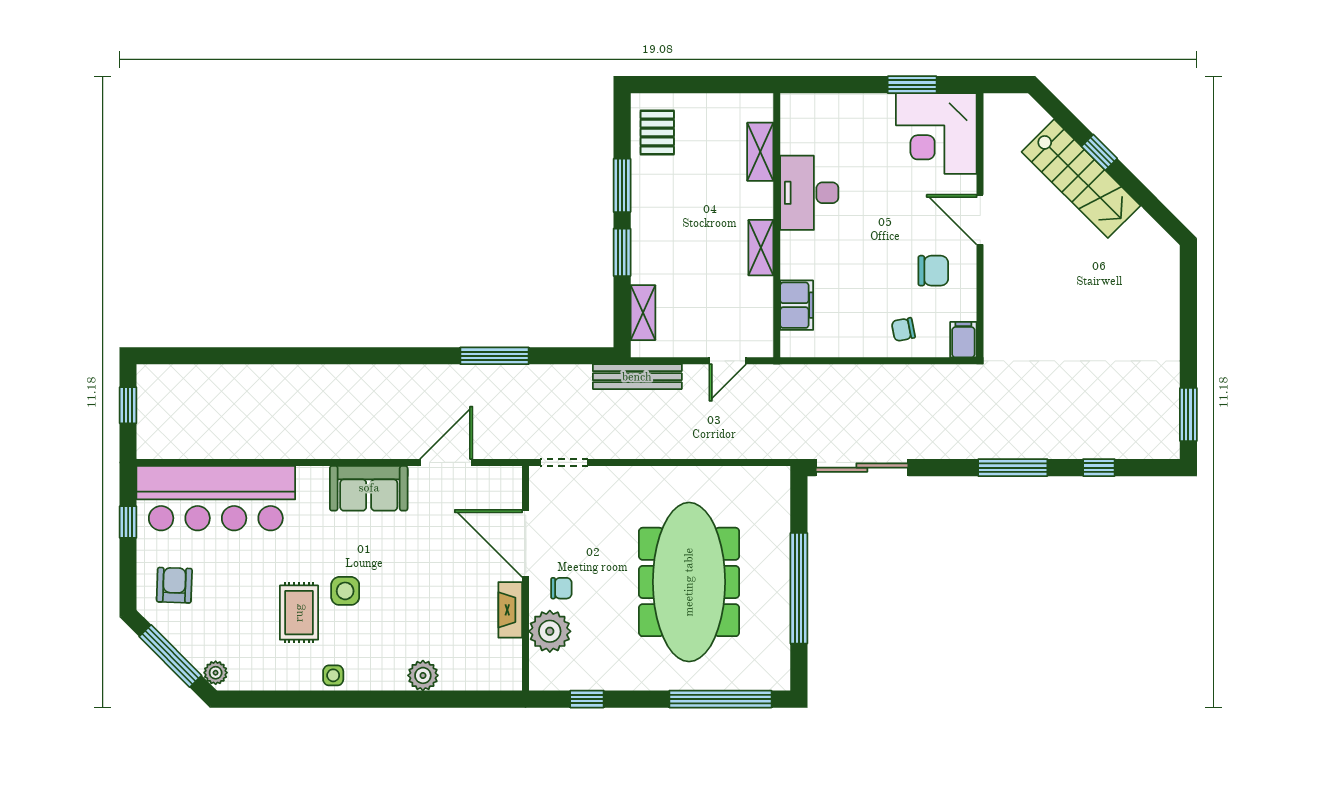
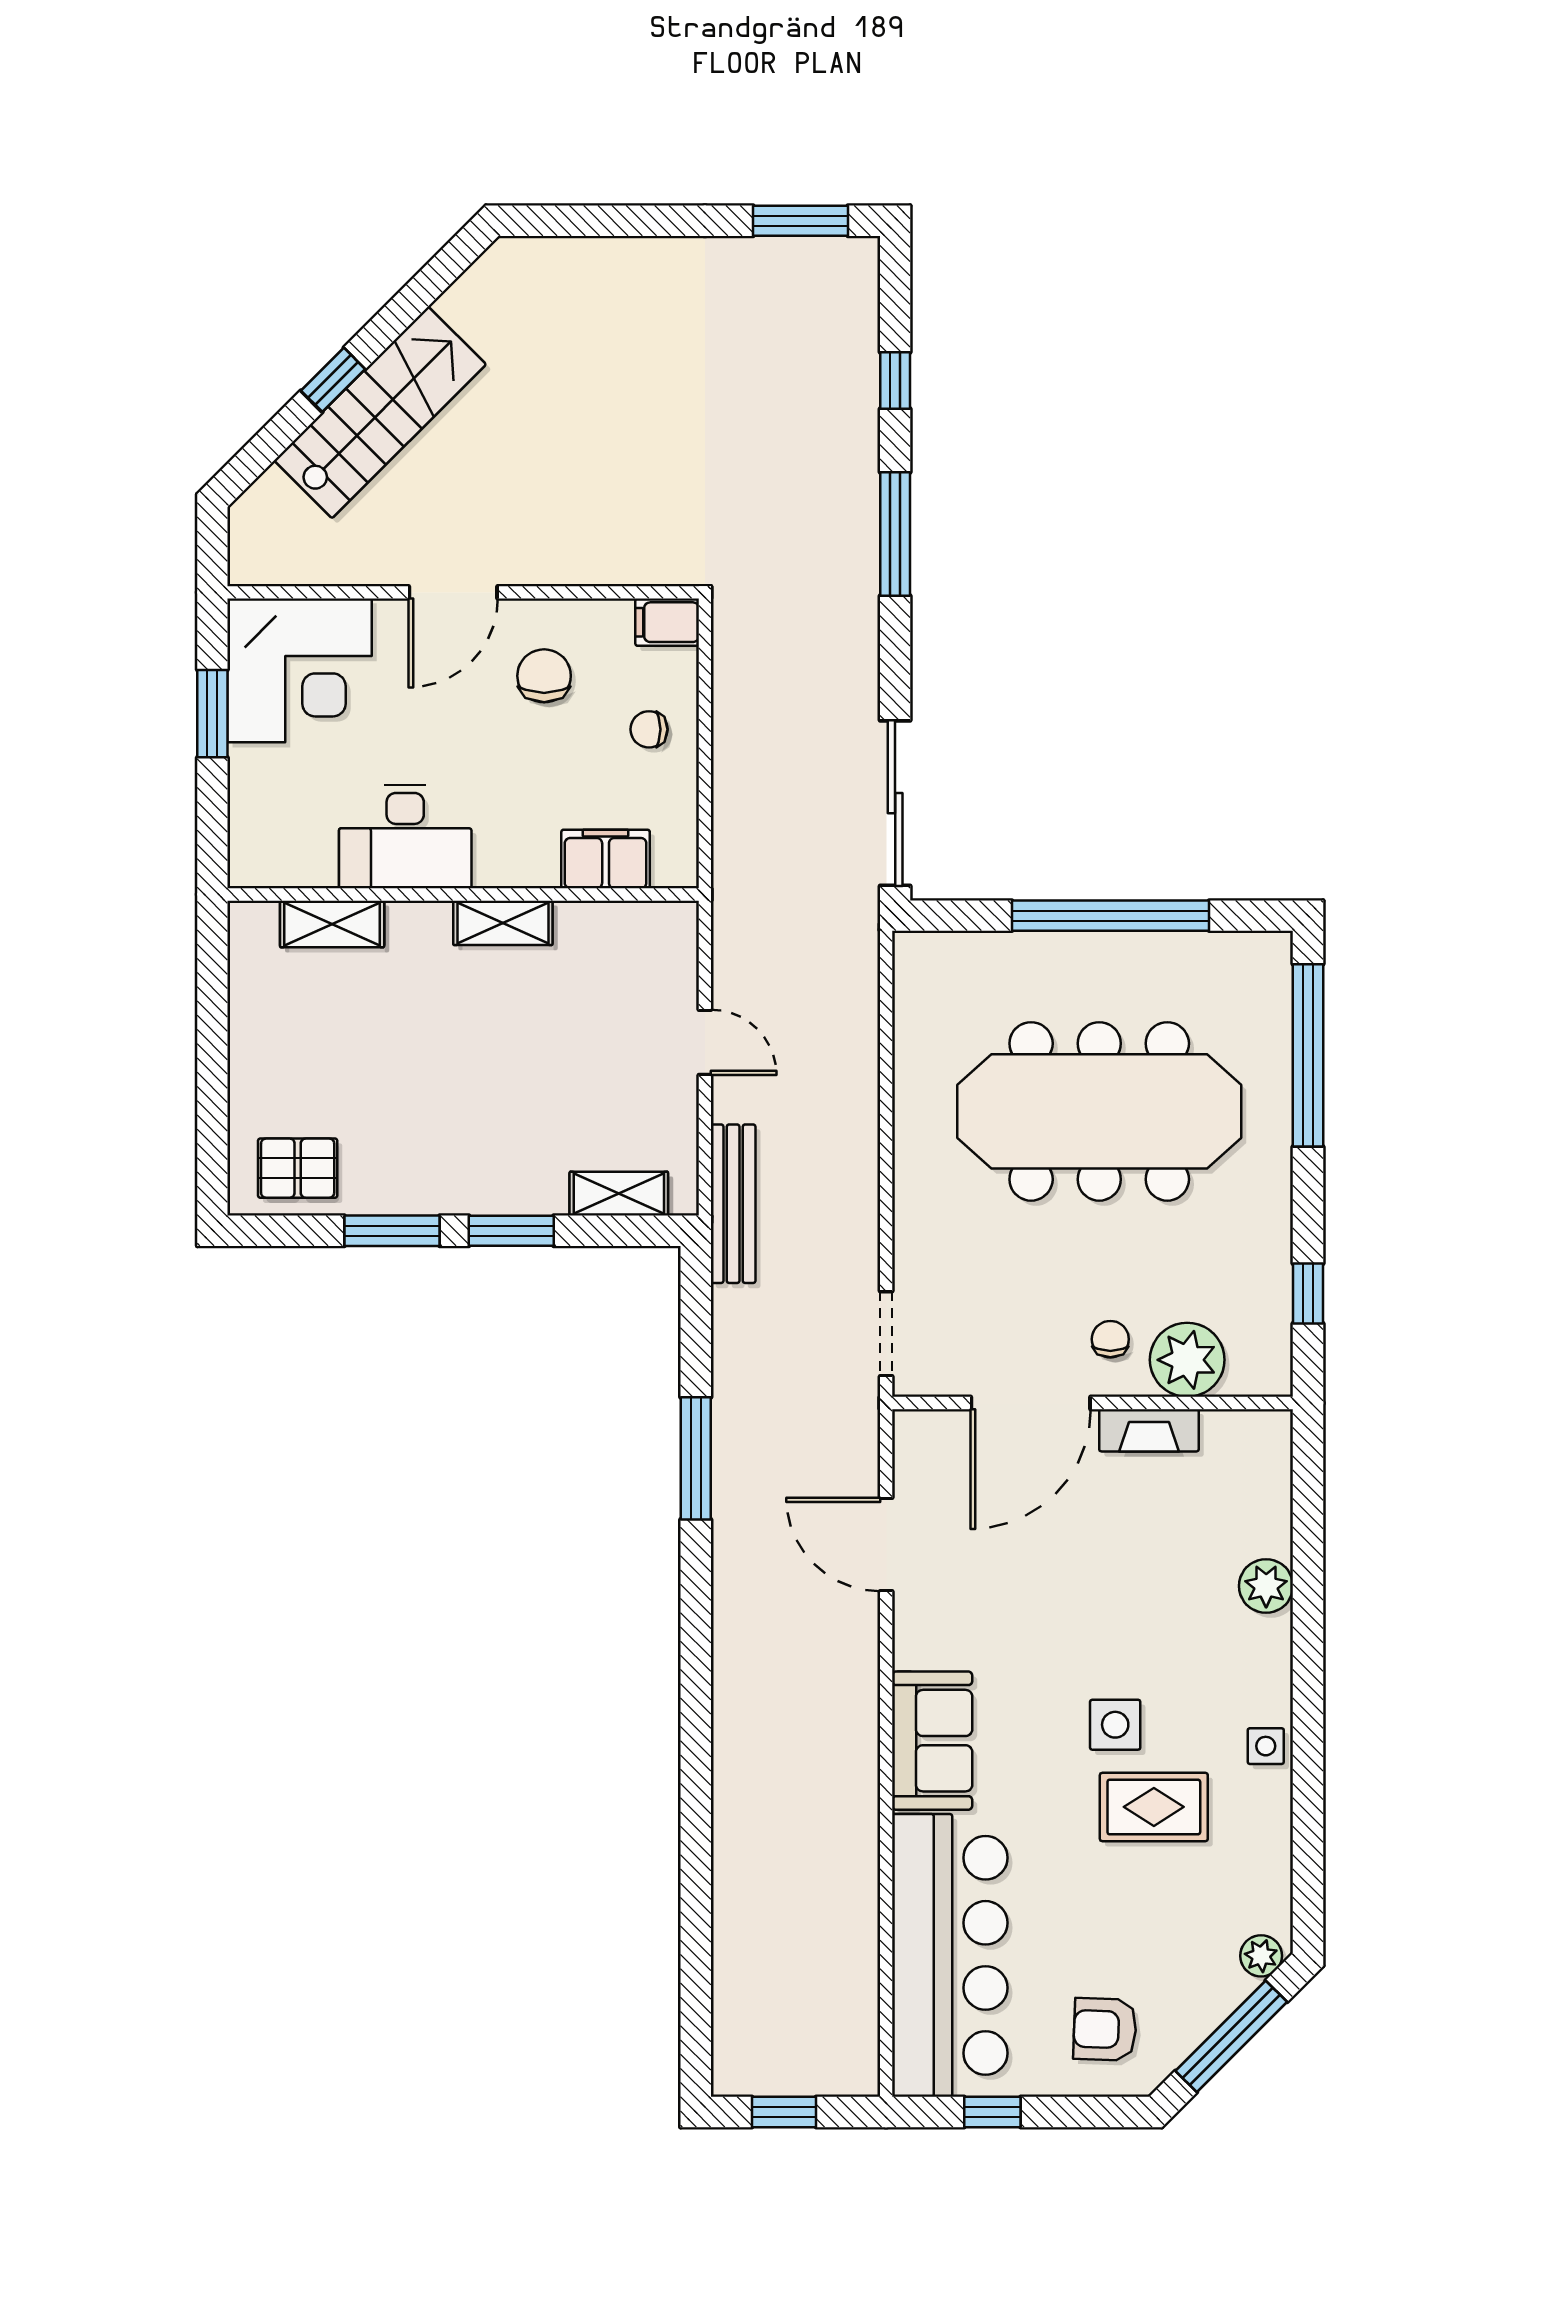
shelving: (760, 152) -> (332, 924), moved
desk: (809, 193) -> (405, 836), moved
wall: (777, 225) -> (463, 894), moved
shelving: (761, 248) -> (503, 923), moved
filing cabinet: (797, 305) -> (606, 859), moved
chair: (903, 330) -> (649, 729), turned 101
sofa: (369, 488) -> (932, 1741), moved

